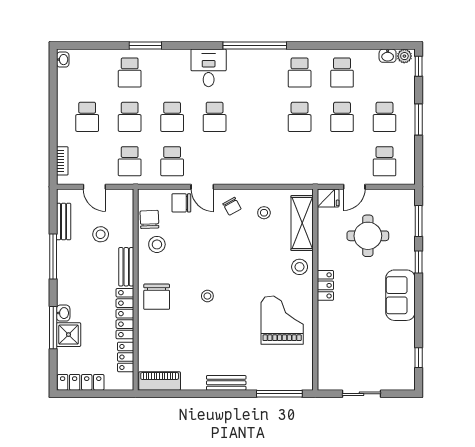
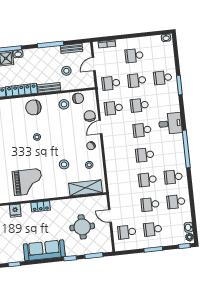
school desk: (257, 117) -> (145, 155), added
fridge: (328, 198) -> (15, 211), moved
stool: (300, 267) -> (64, 164), moved
locker: (325, 285) -> (41, 206), moved
sofa: (400, 295) -> (44, 250), width x1.36

